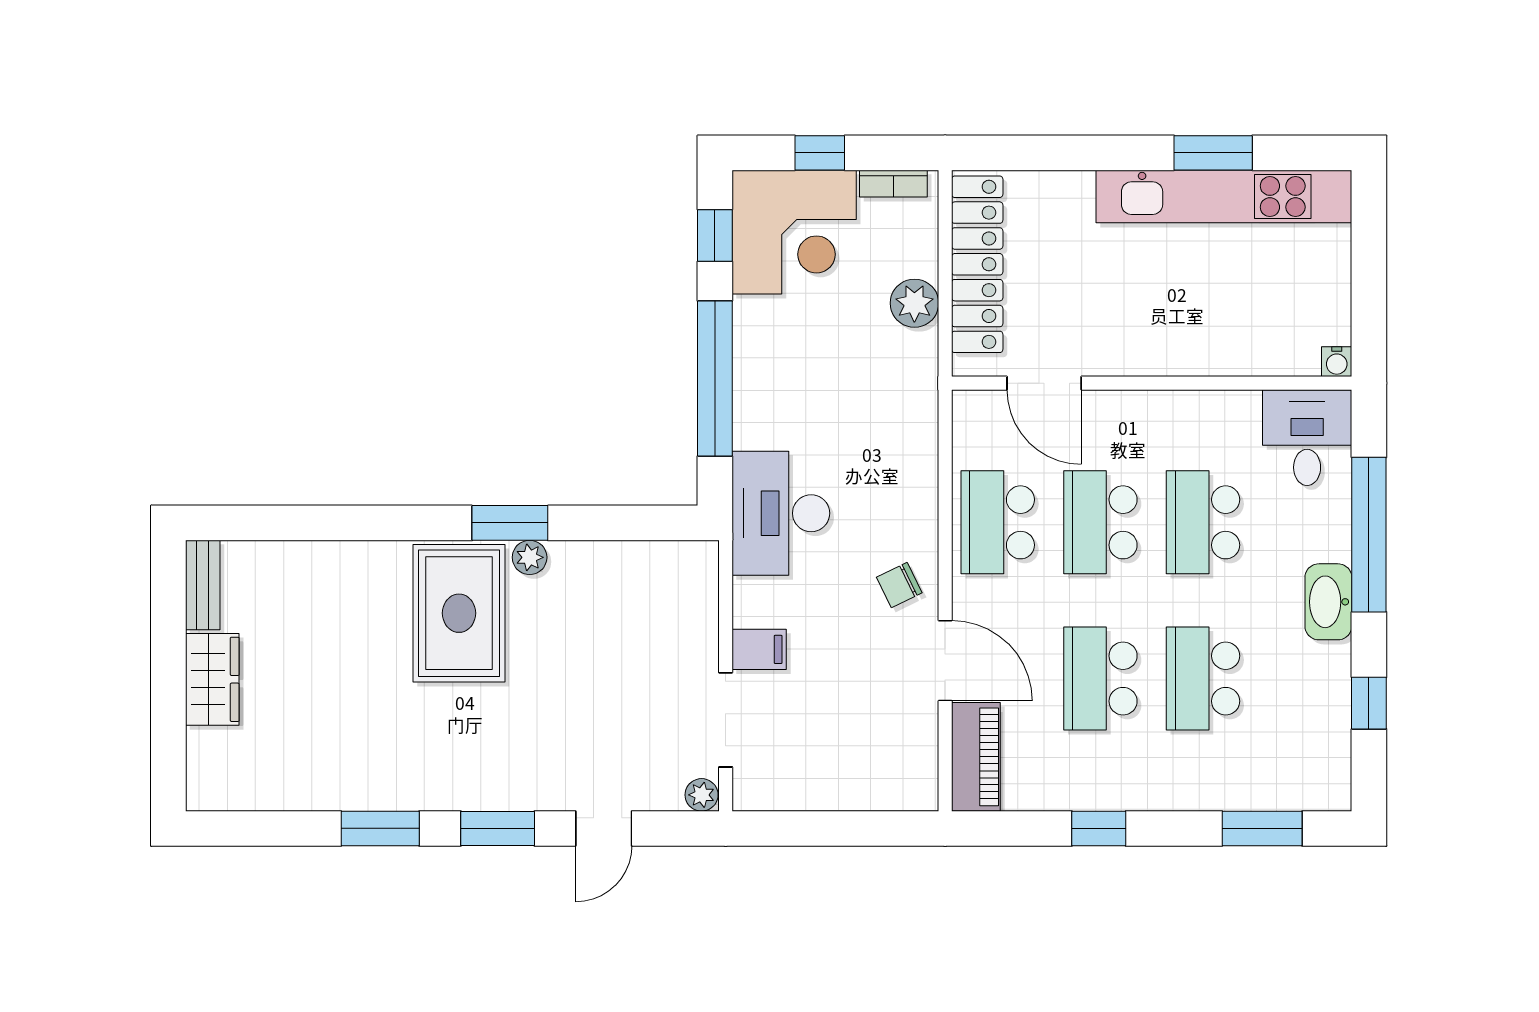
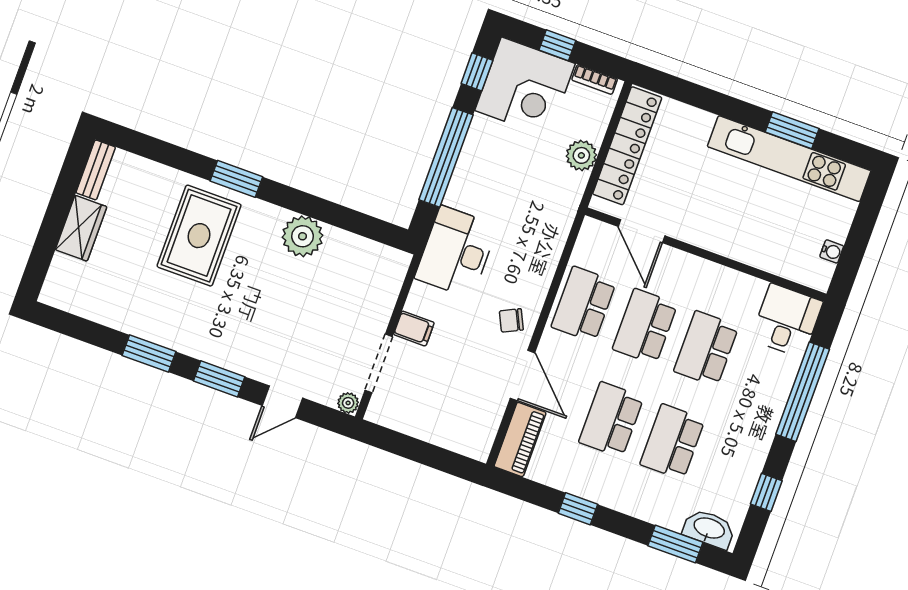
water cooler: (1337, 362) -> (832, 251), moved, turned -90
window: (510, 523) -> (236, 179), moved
plant: (530, 557) -> (303, 236), width x1.87, depth x1.87
washbasin: (1328, 602) -> (709, 529), moved, turned 90
rug: (459, 613) -> (199, 236), moved

